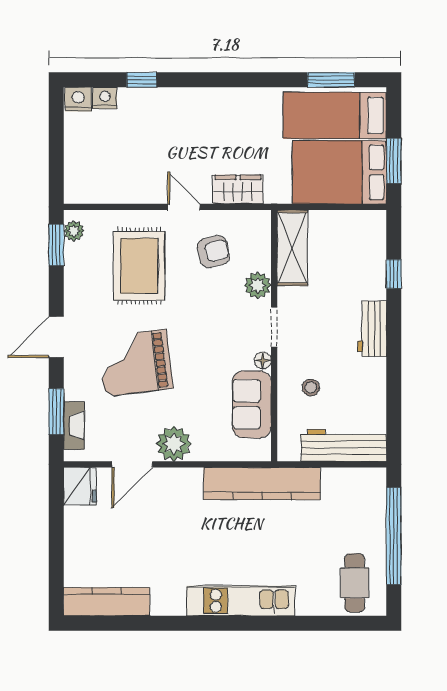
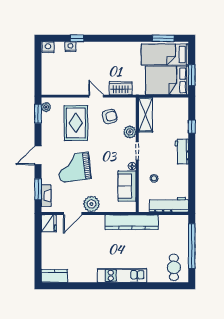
nightstand: (105, 98) -> (70, 47), moved
kitchen counter: (107, 602) -> (54, 276), width x0.67

